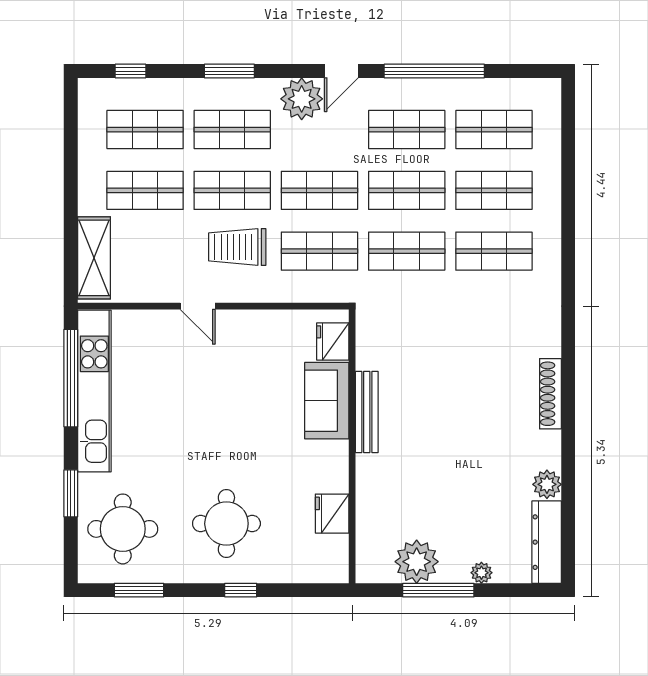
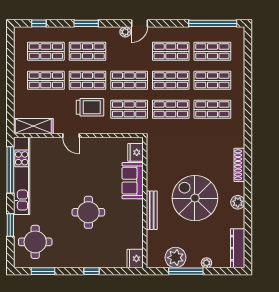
window: (434, 71) -> (213, 23), moved
plant: (302, 99) -> (125, 32), width x0.53, depth x0.53
trolley: (237, 247) -> (90, 107), turned 180
shelving: (94, 258) -> (33, 126), moved, turned 90
shoe rack: (550, 394) -> (239, 165), moved
bench: (367, 412) -> (152, 210), moved
spiral stairs: (457, 437) -> (195, 198), added
plant: (547, 484) -> (238, 202), moved
fridge: (332, 514) -> (135, 259), moved
round table: (226, 524) -> (88, 212), moved

